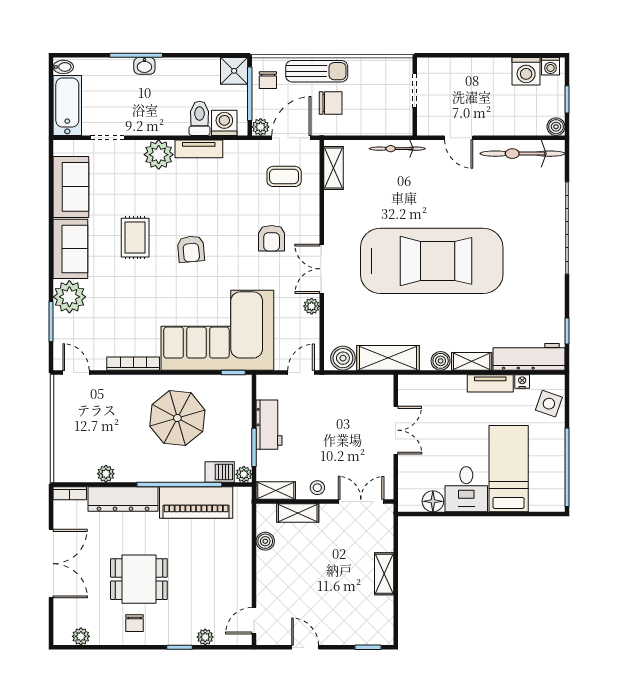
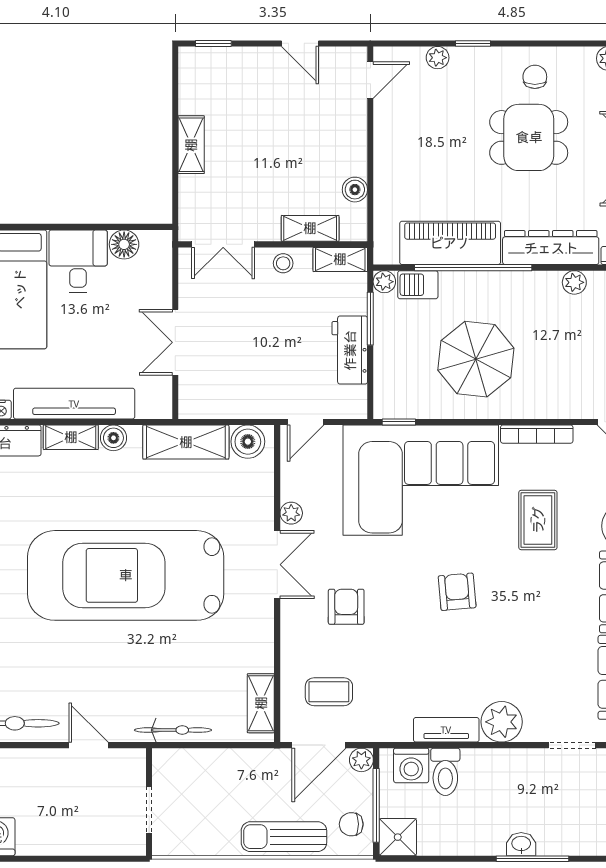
chair: (268, 80) -> (351, 824), turned -90
chair: (331, 103) -> (265, 793), removed
rug: (135, 238) -> (538, 520), moved
tv unit: (490, 383) -> (74, 404), width x1.92, depth x1.29

